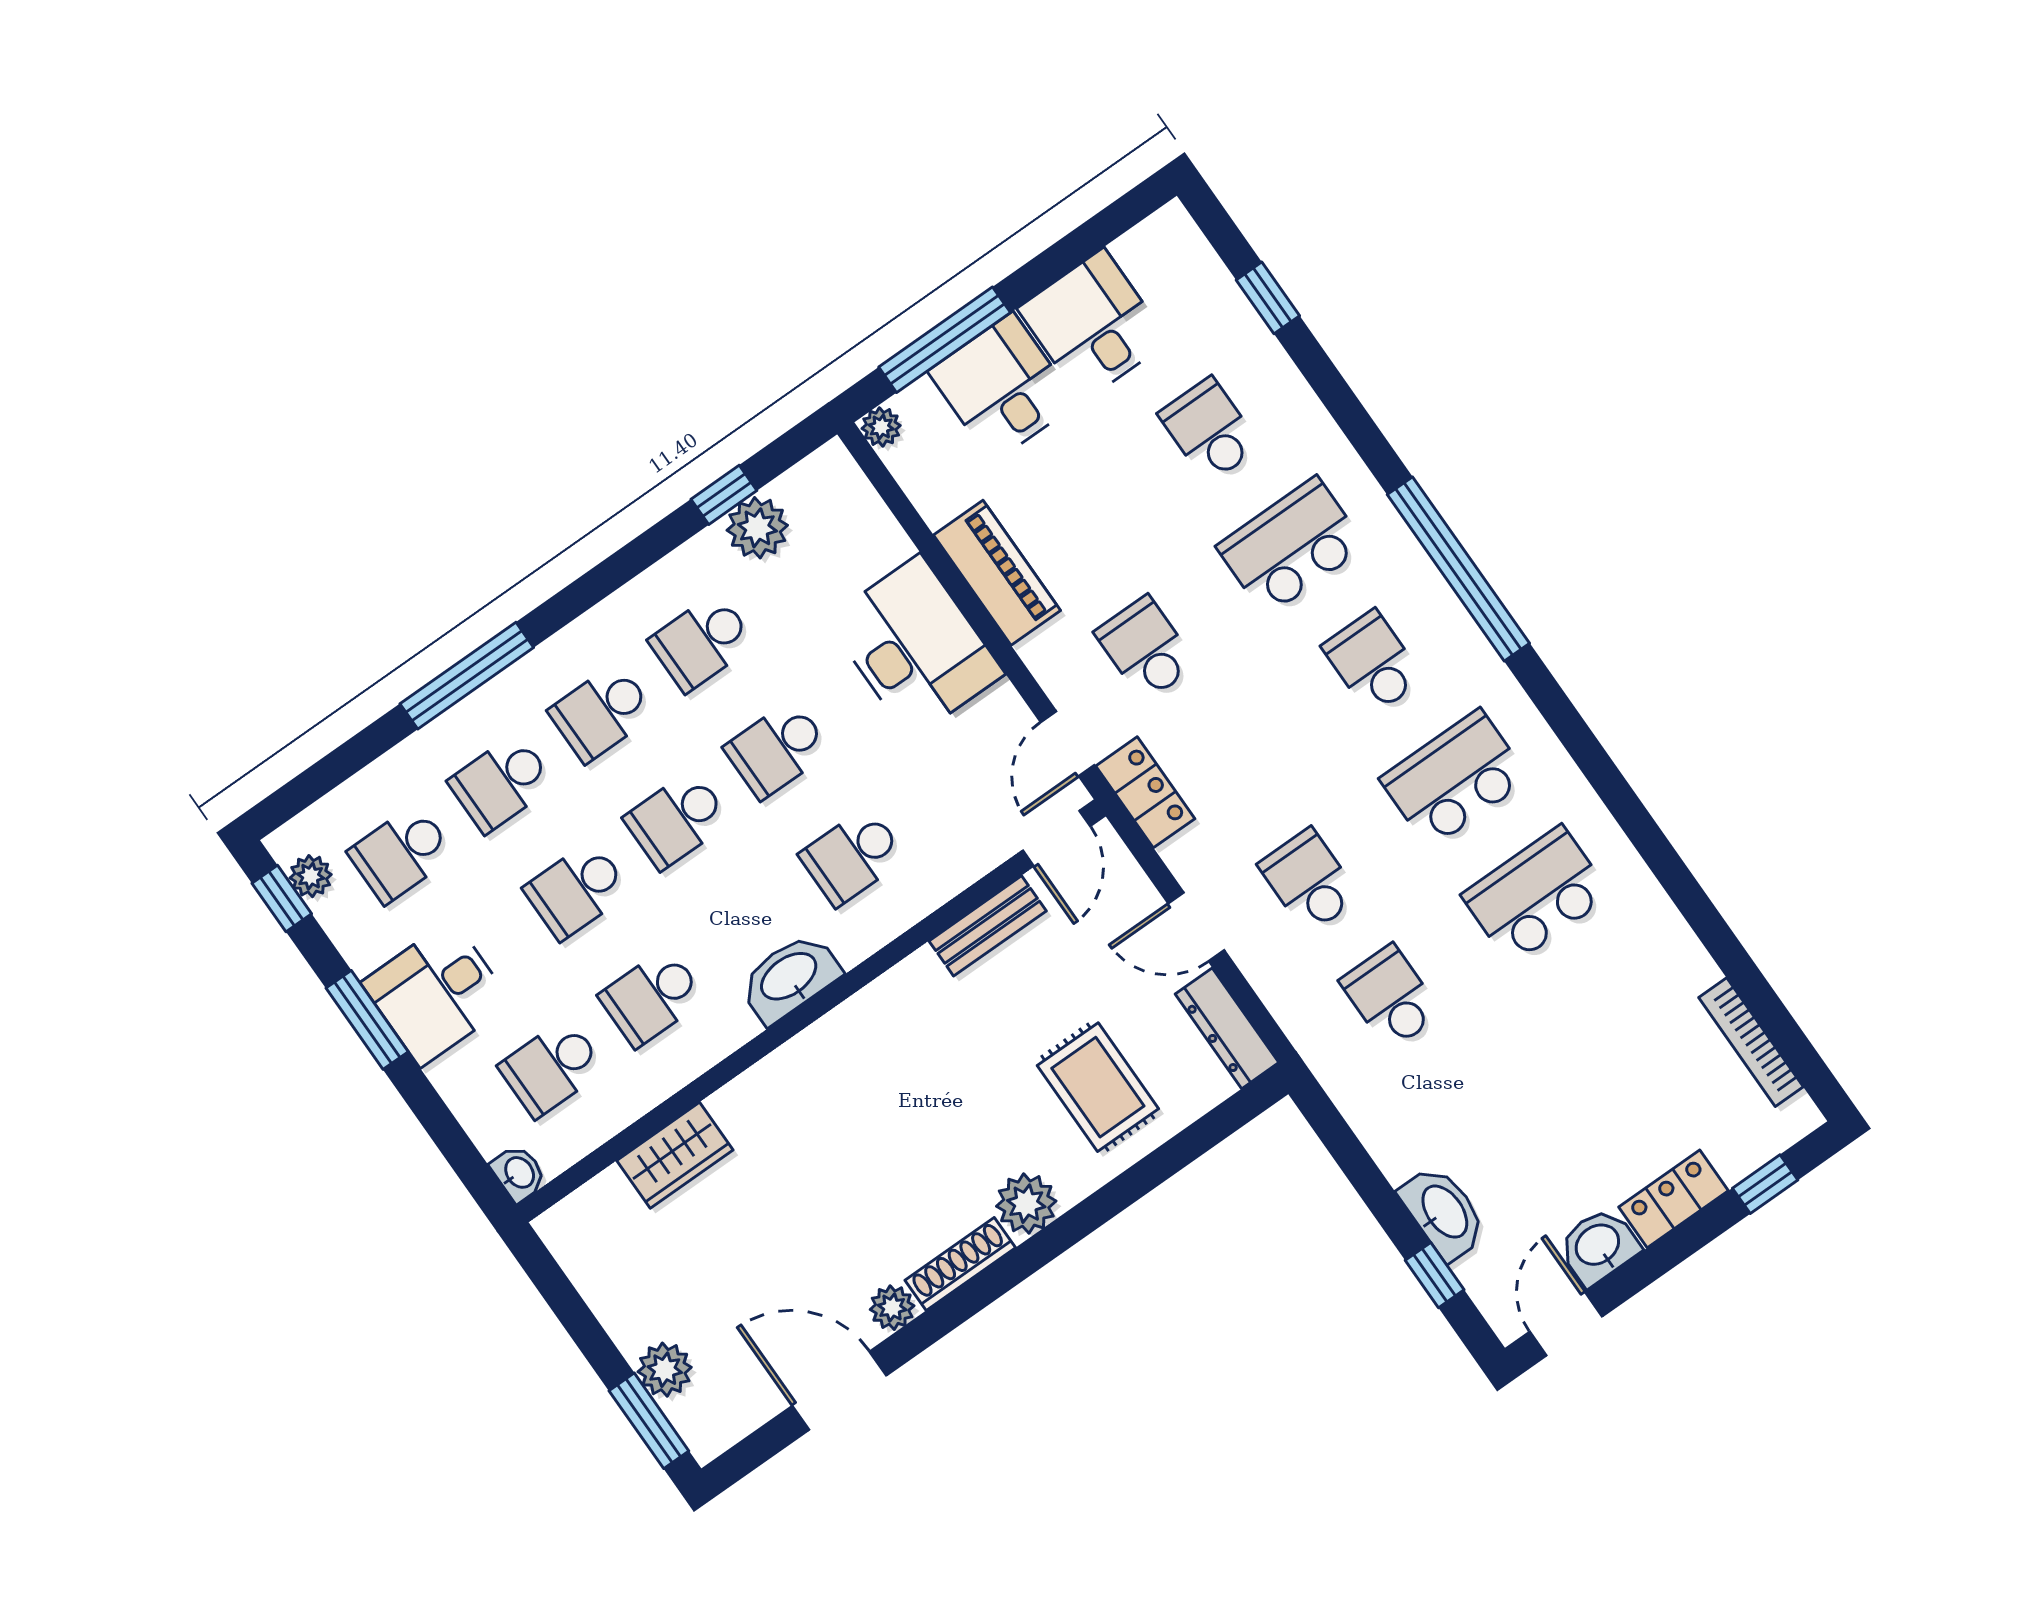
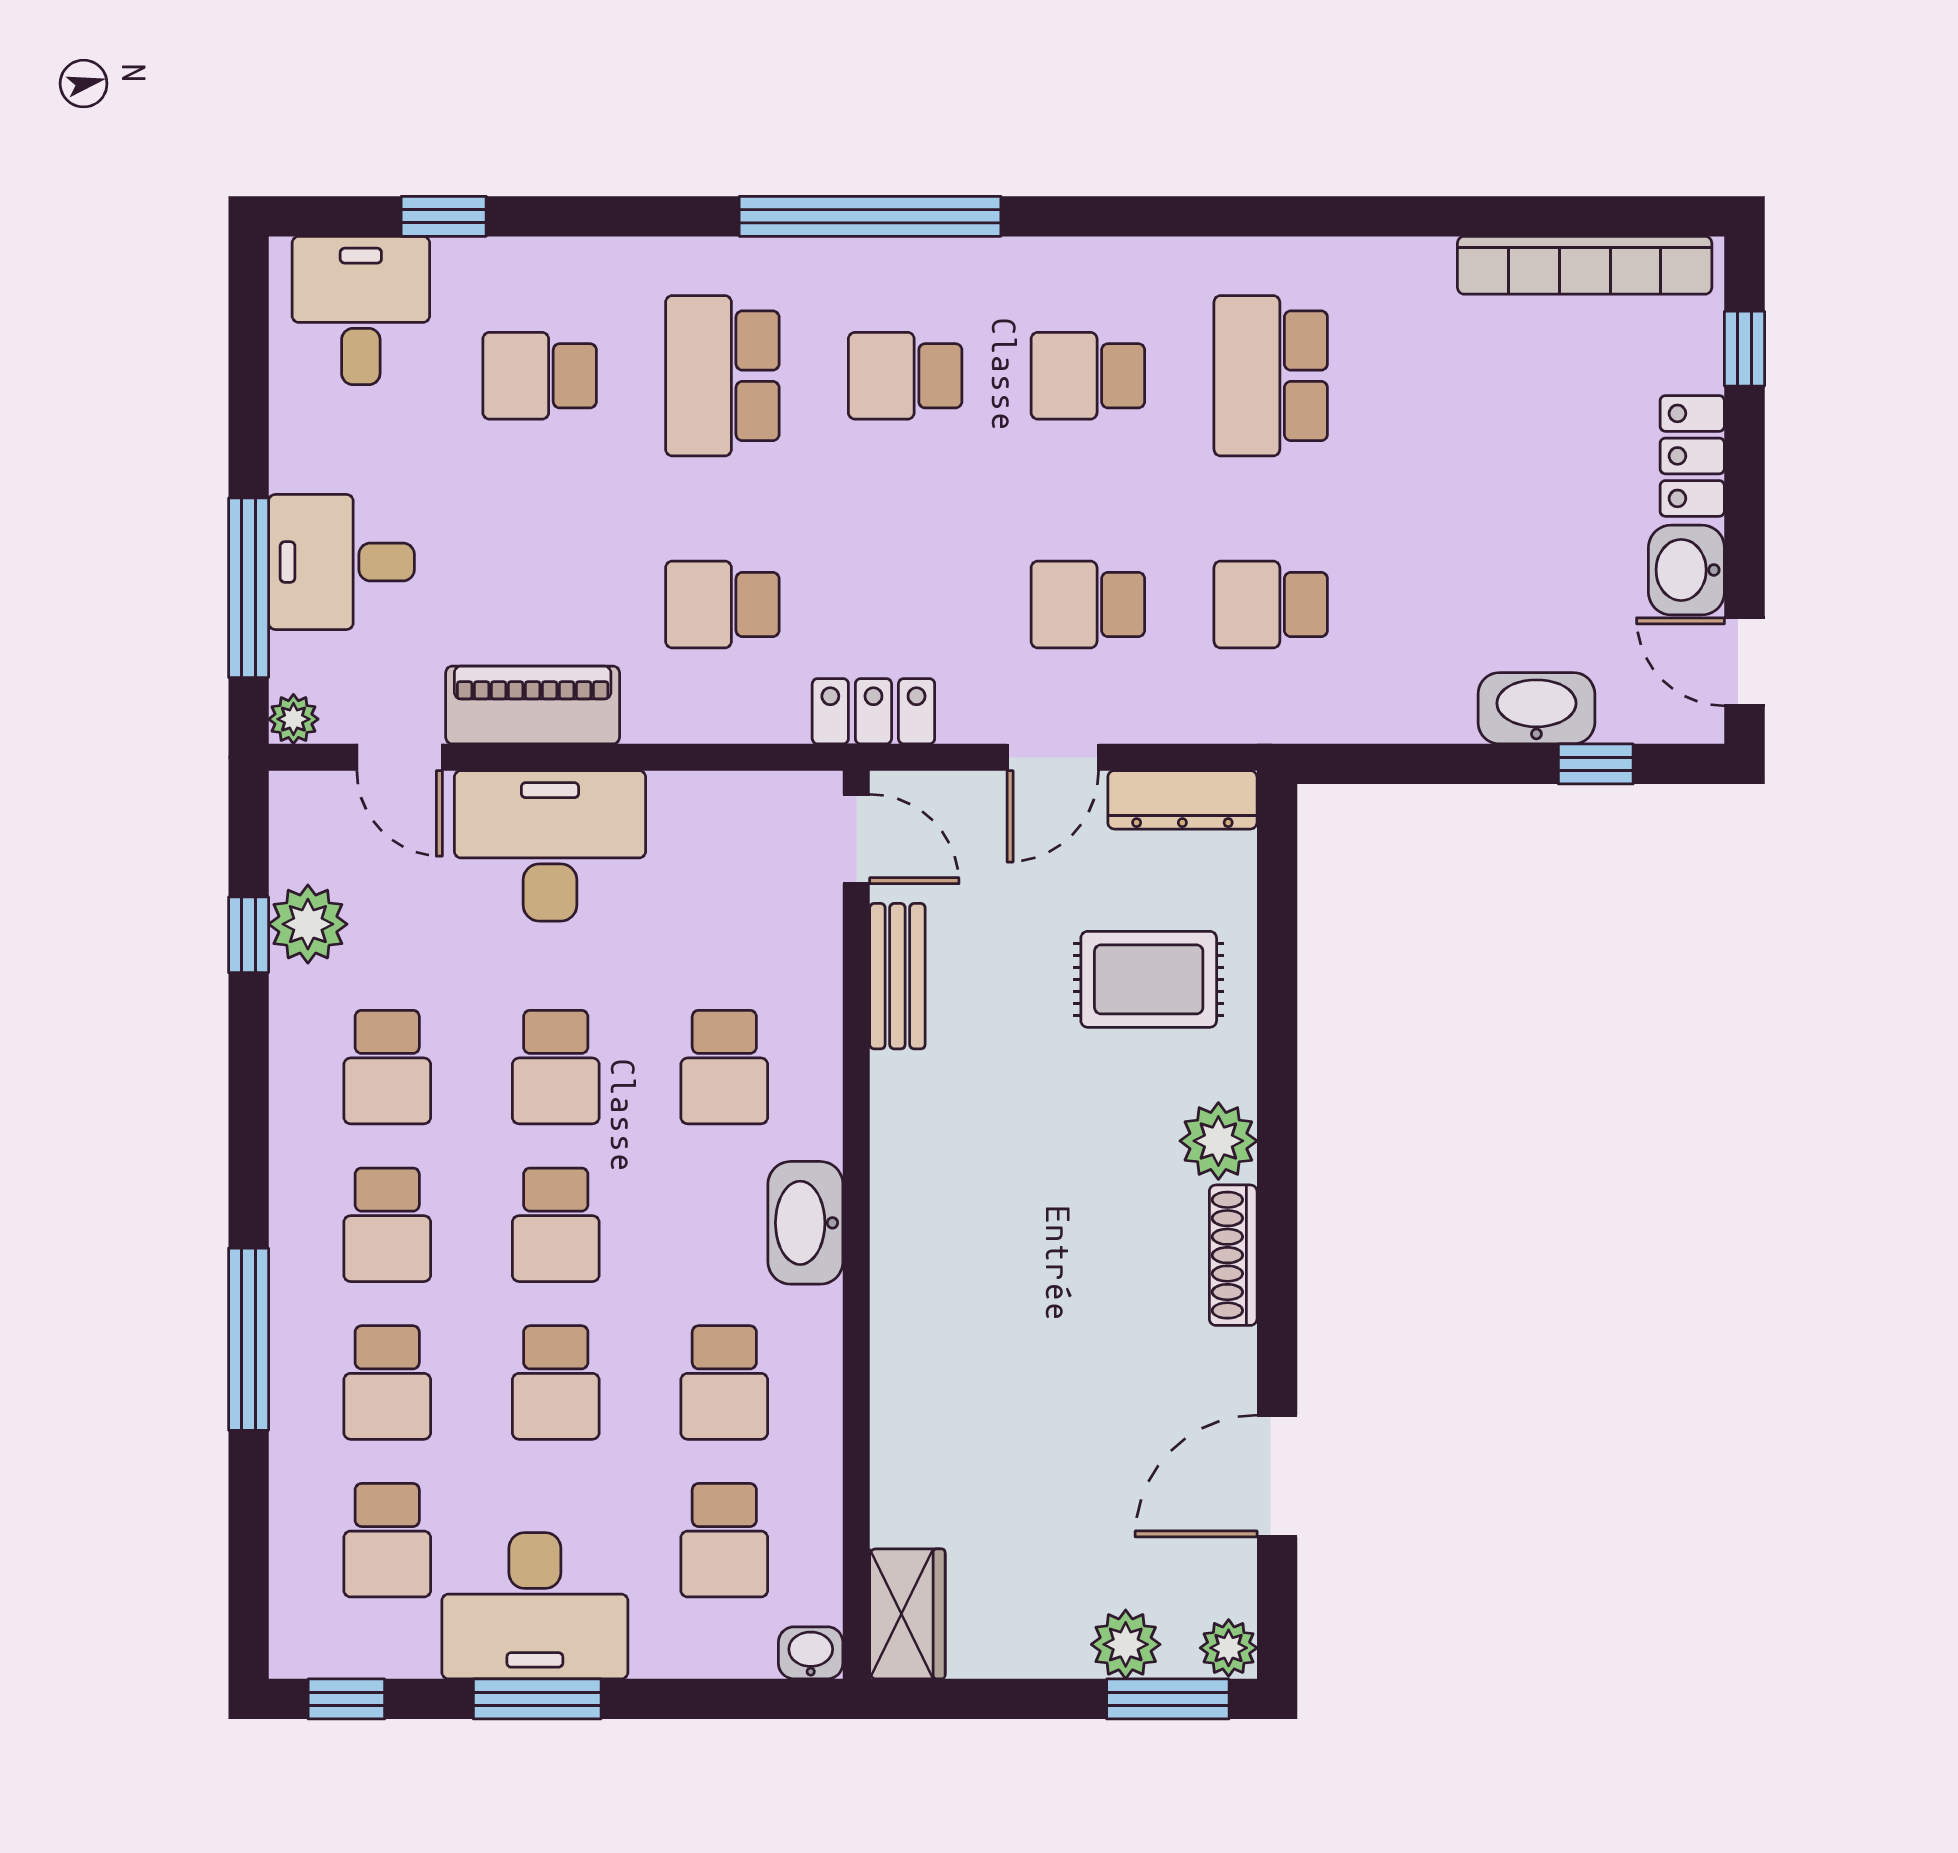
desk: (1093, 325) -> (361, 311), moved, turned 90
door: (1067, 744) -> (400, 757), moved
school desk: (1454, 779) -> (1088, 376), width x0.54
plant: (311, 876) -> (344, 1652), removed
desk: (437, 993) -> (535, 1606), width x1.37
bookcase: (1751, 1042) -> (1585, 265), width x1.48, depth x1.31
wardrobe: (675, 1155) -> (907, 1614), moved
plant: (892, 1308) -> (1229, 1648), moved

